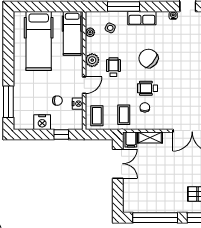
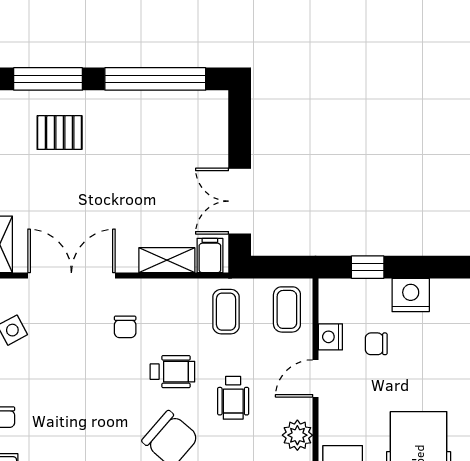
wheelchair: (113, 67) -> (233, 398), moved
chair: (145, 107) -> (125, 327), moved

